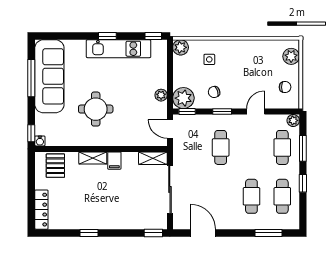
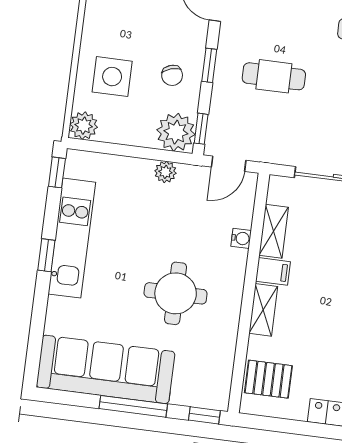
side table: (209, 59) -> (112, 77), width x1.87, depth x1.87
window: (31, 78) -> (133, 406), moved
water cooler: (40, 141) -> (241, 238), moved
shelving: (153, 158) -> (274, 231), moved

